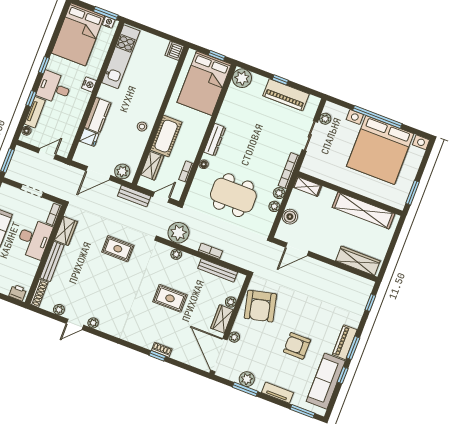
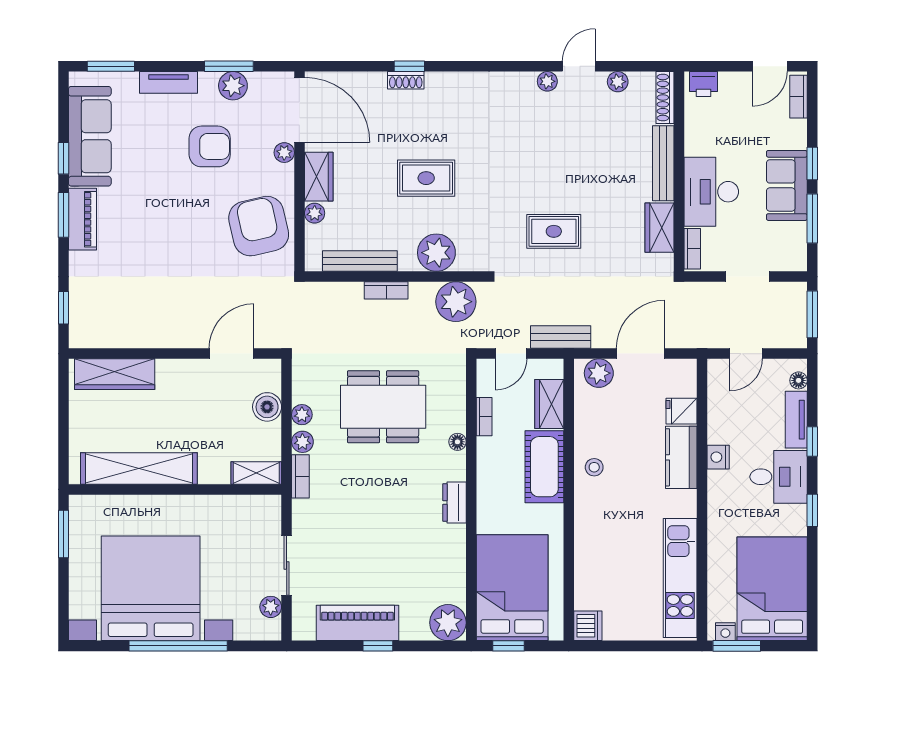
nightstand: (89, 84) -> (718, 457), moved
dresser: (215, 140) -> (454, 502), width x0.70
bookcase: (289, 171) -> (300, 476), width x0.64
plant: (176, 254) -> (436, 253), width x1.87, depth x1.87
armchair: (297, 346) -> (210, 146), moved

